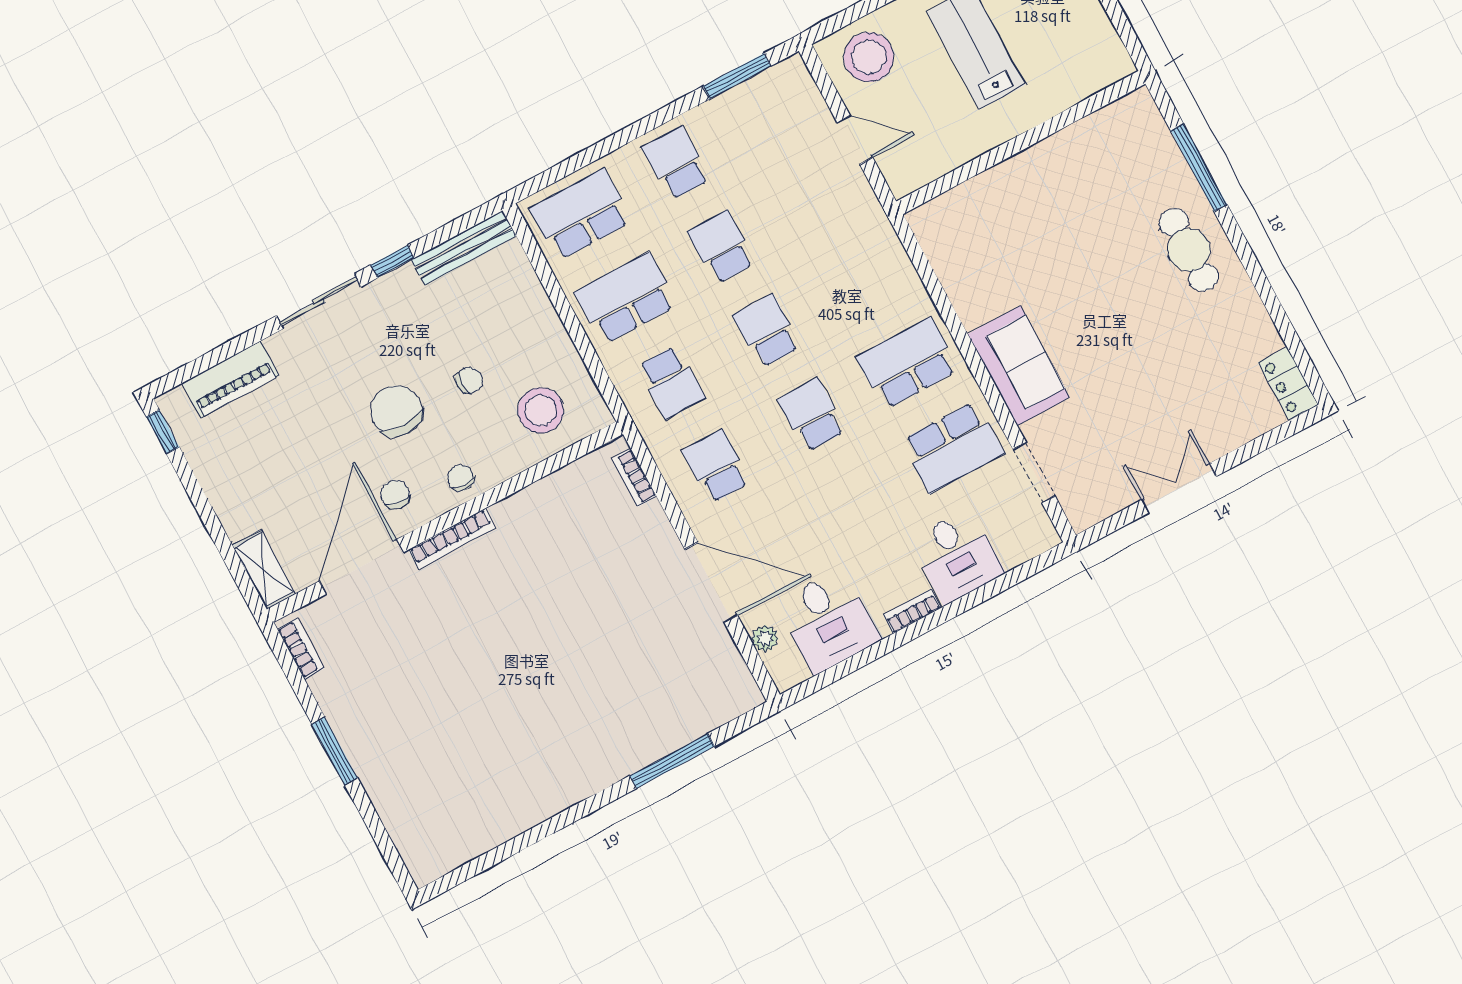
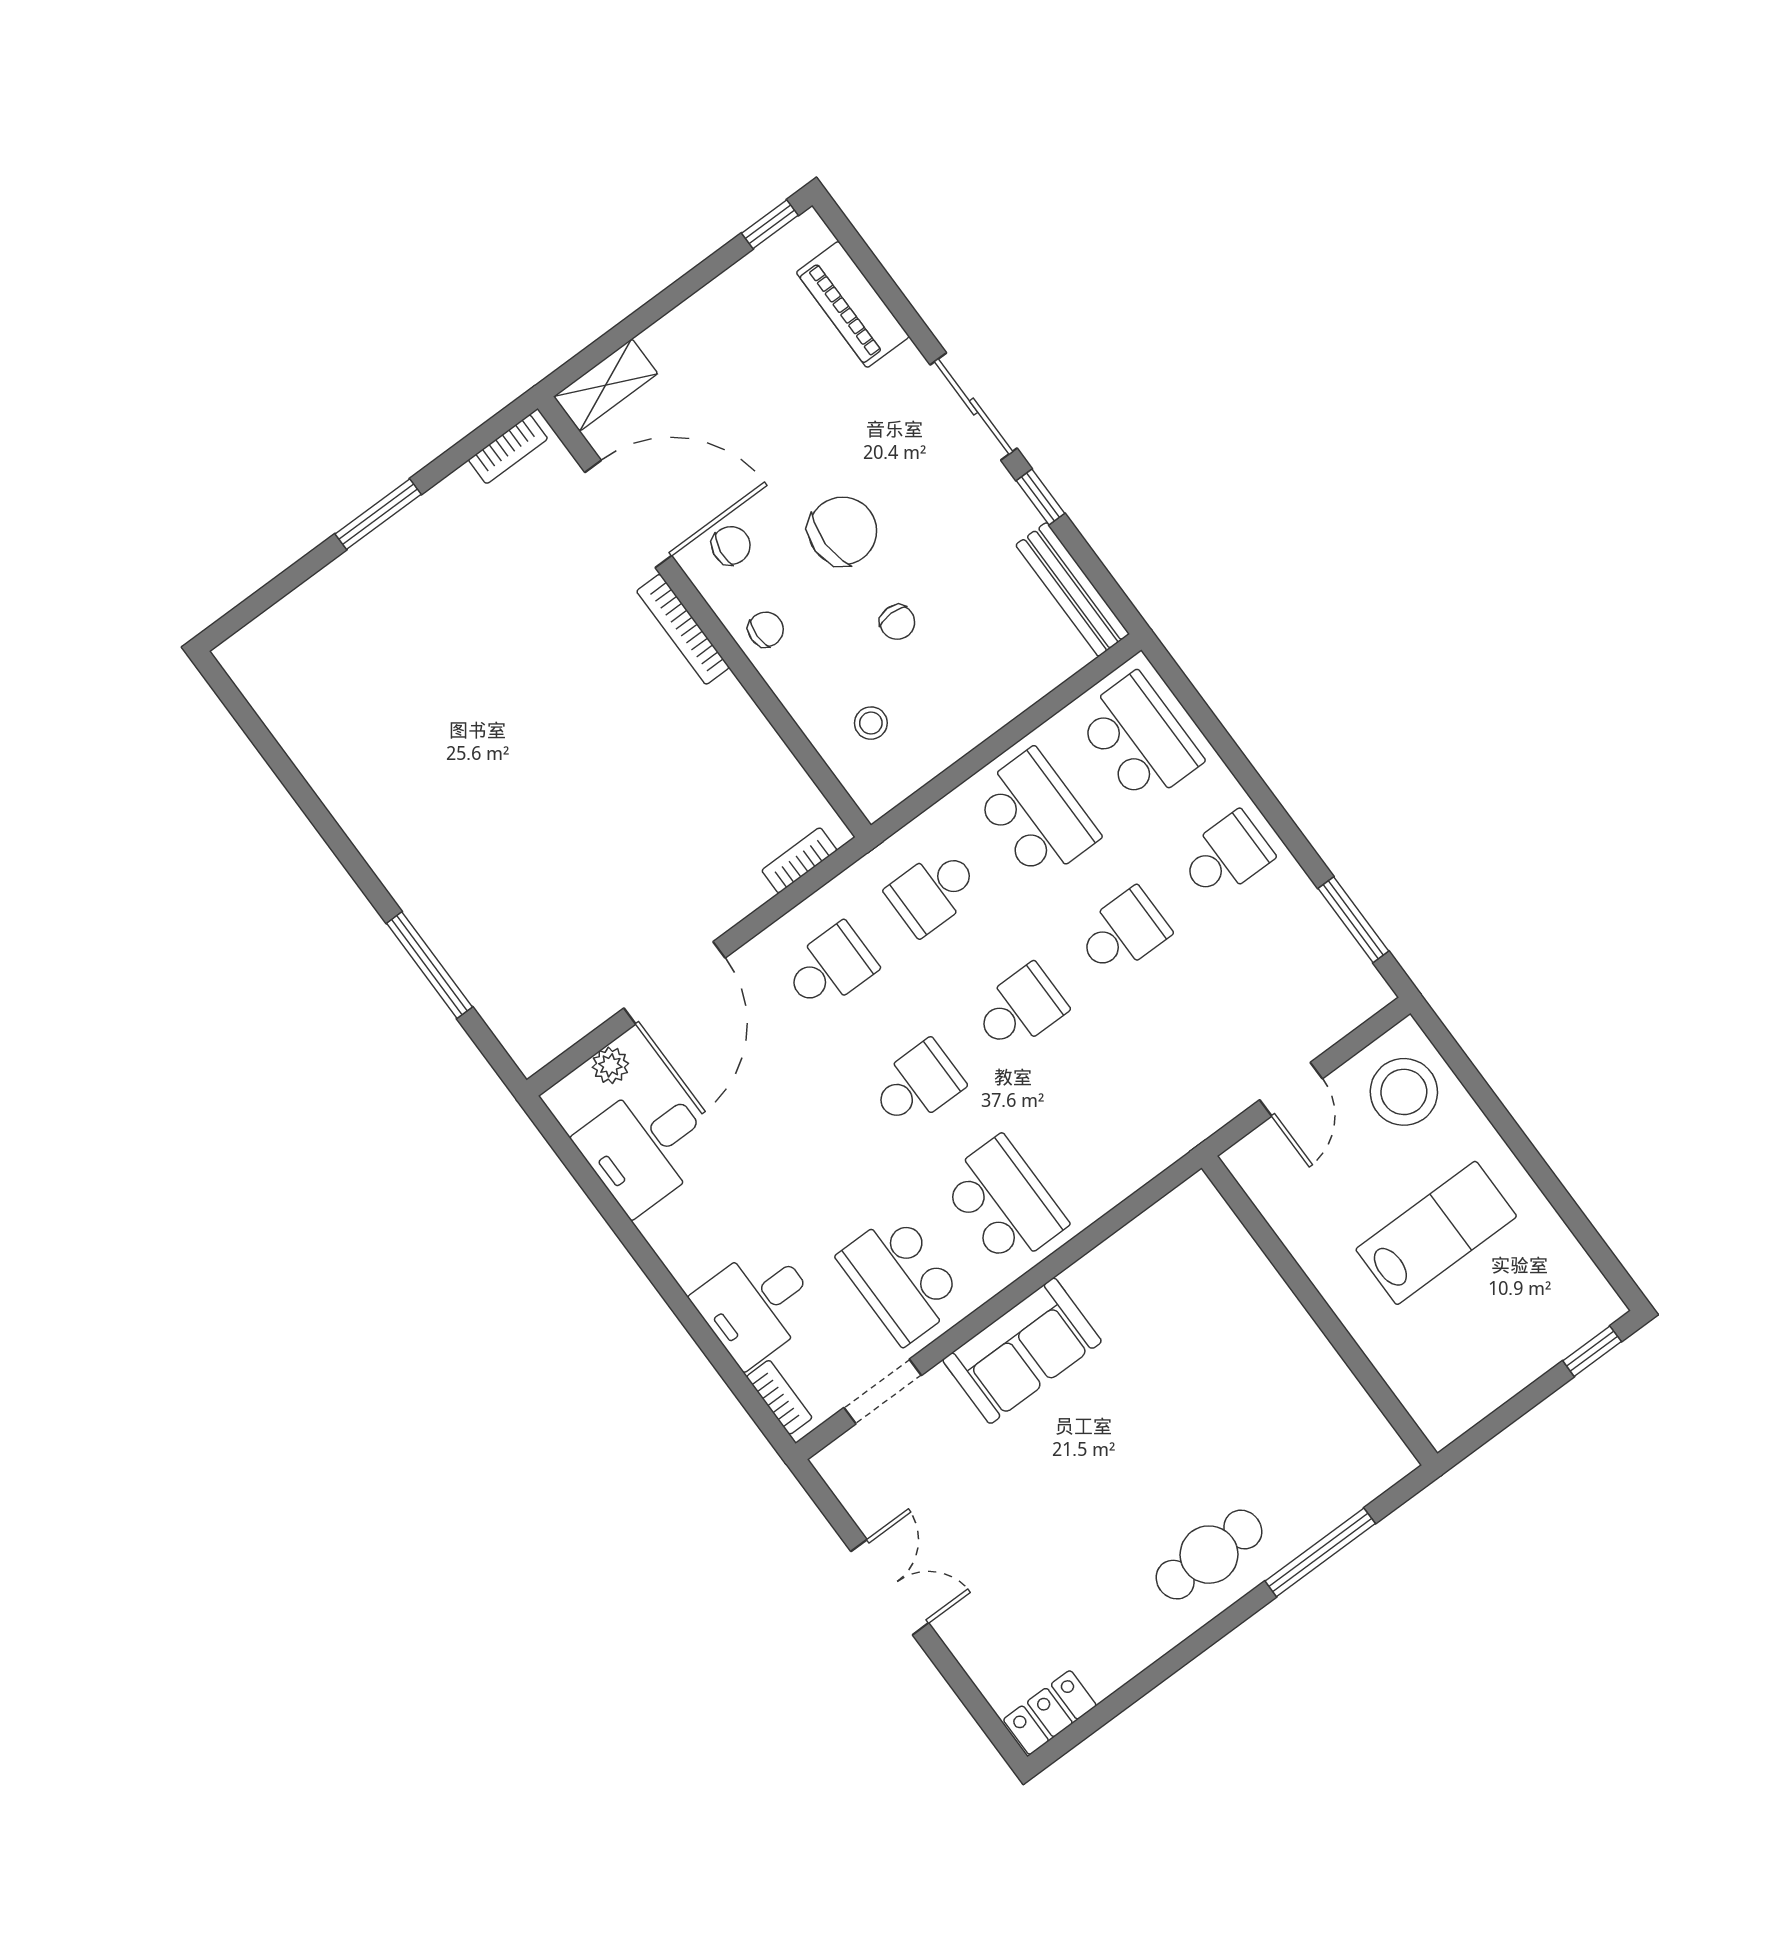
stool: (541, 410) -> (871, 723), width x0.53, depth x0.53
bookcase: (912, 611) -> (779, 1397), moved

